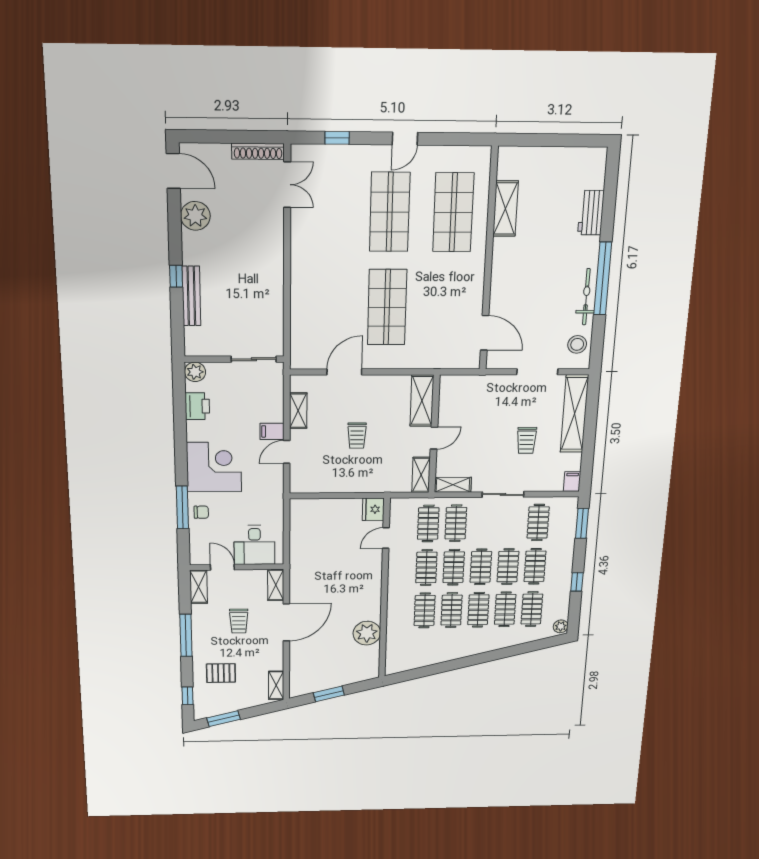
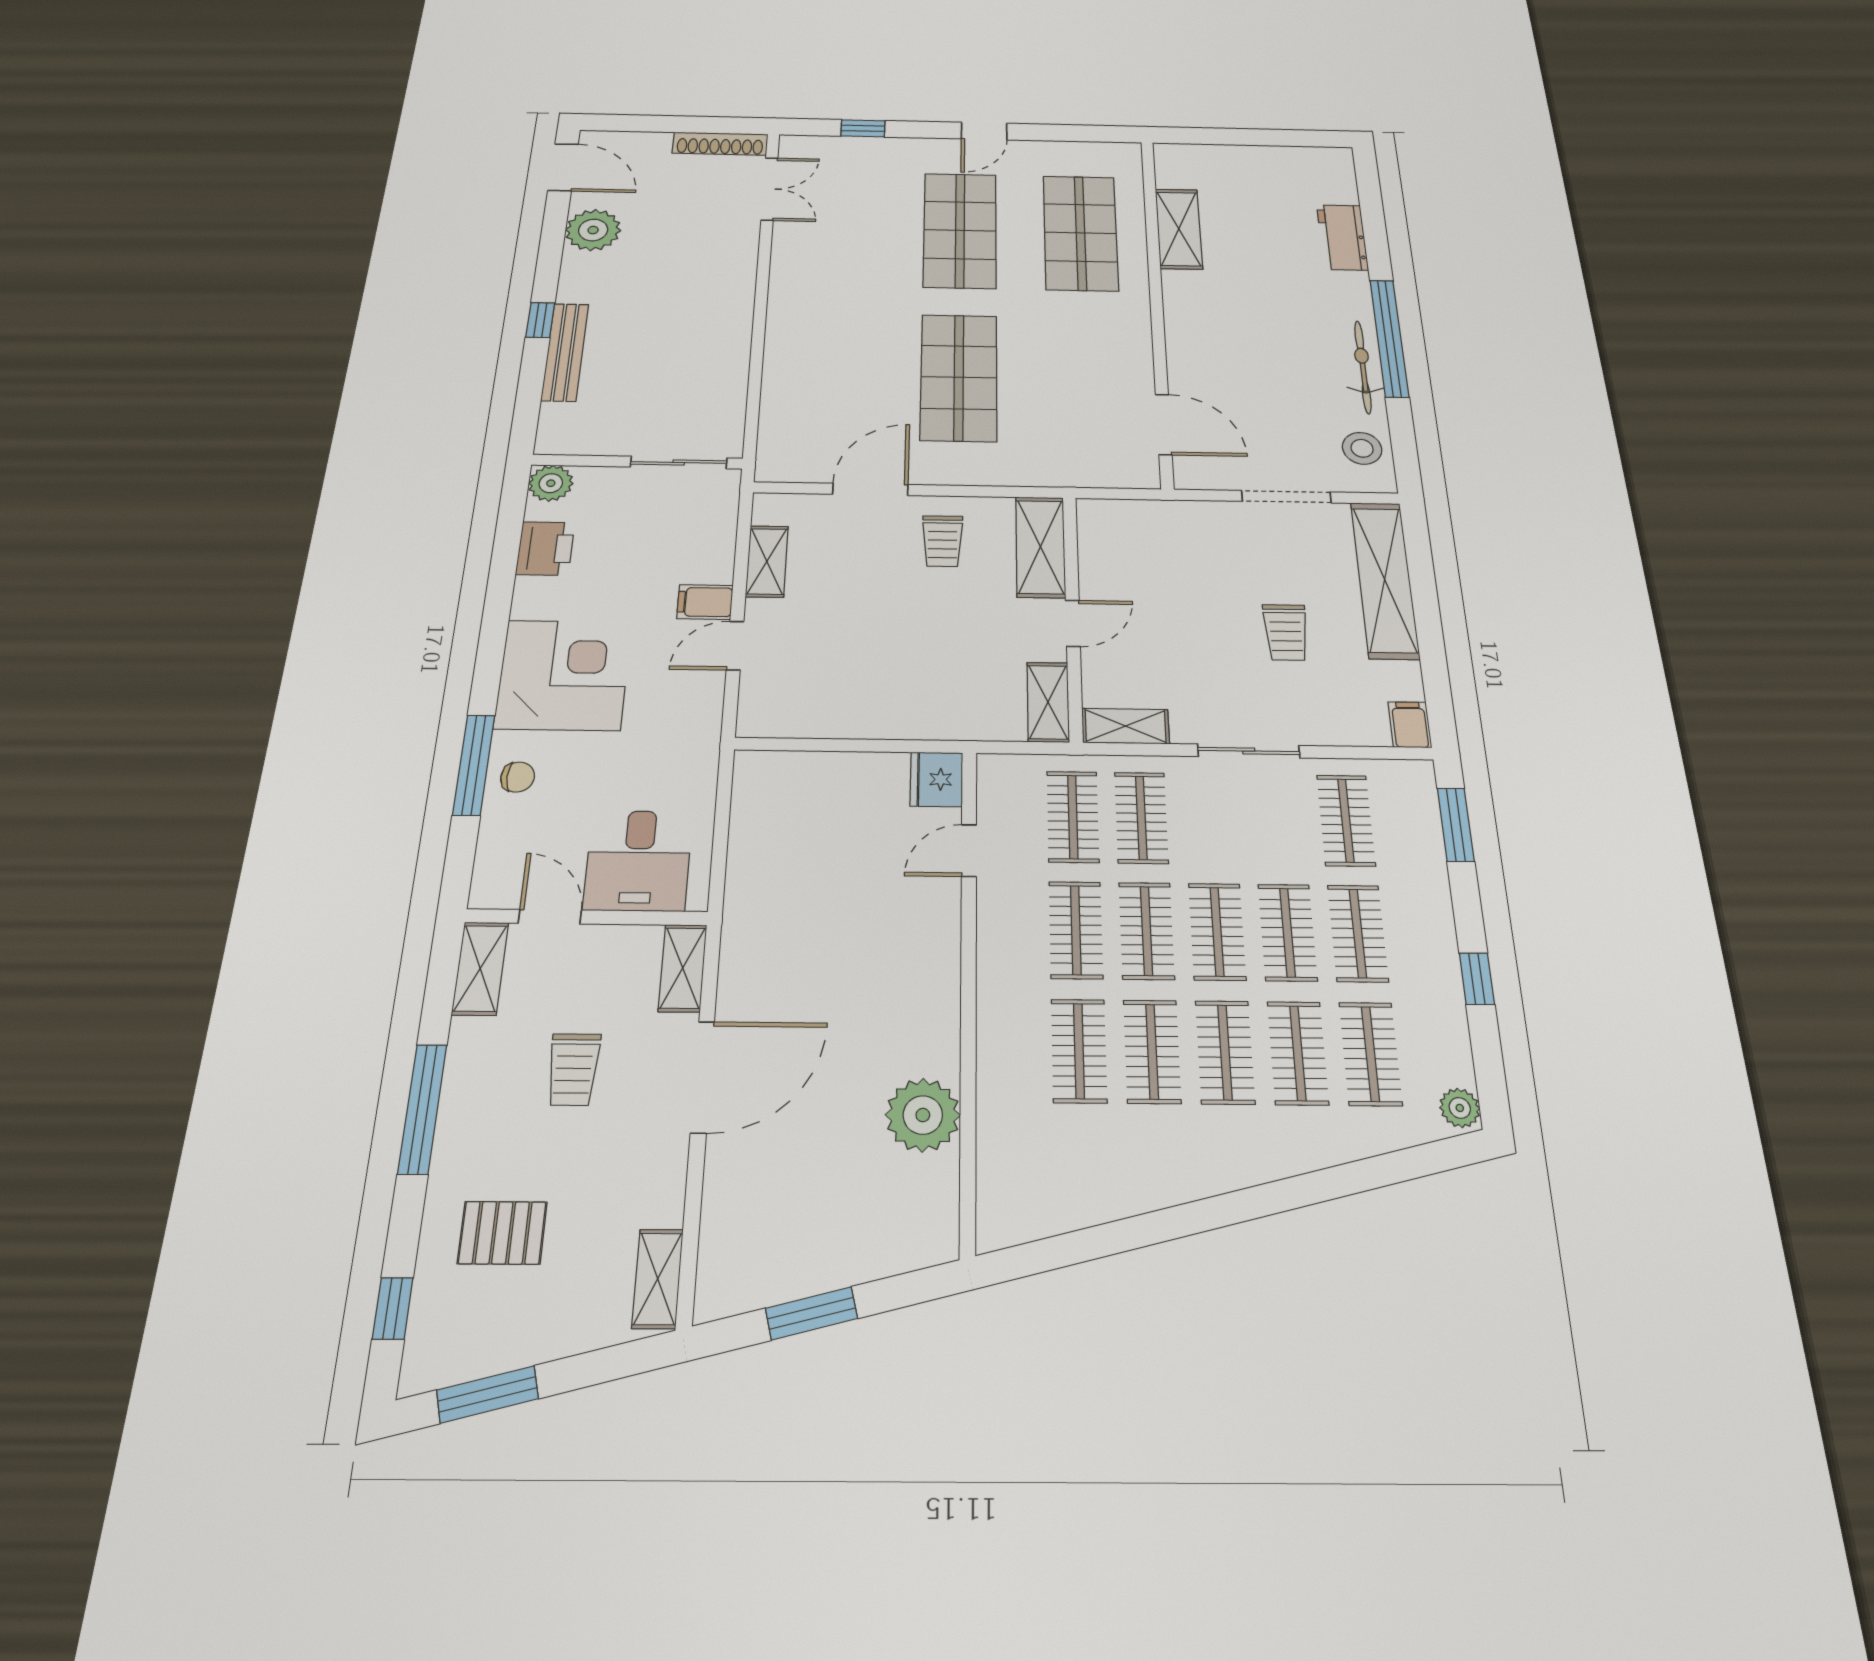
trolley: (357, 436) -> (942, 541), moved

